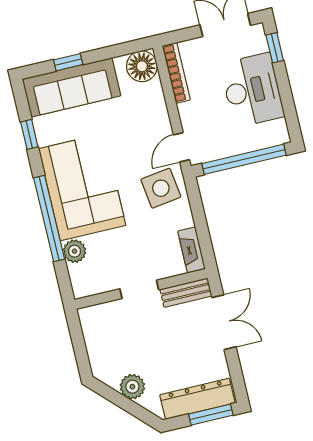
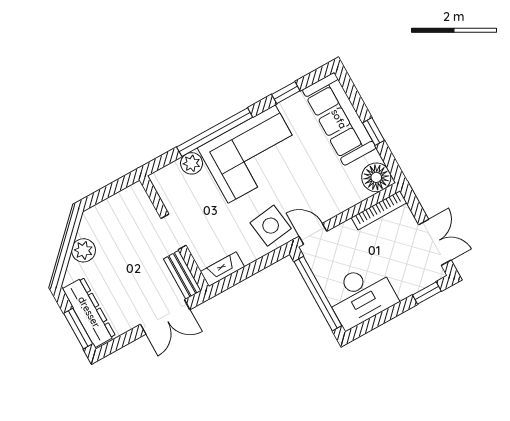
window: (68, 62) -> (373, 132), moved
desk: (252, 90) -> (361, 295), moved

